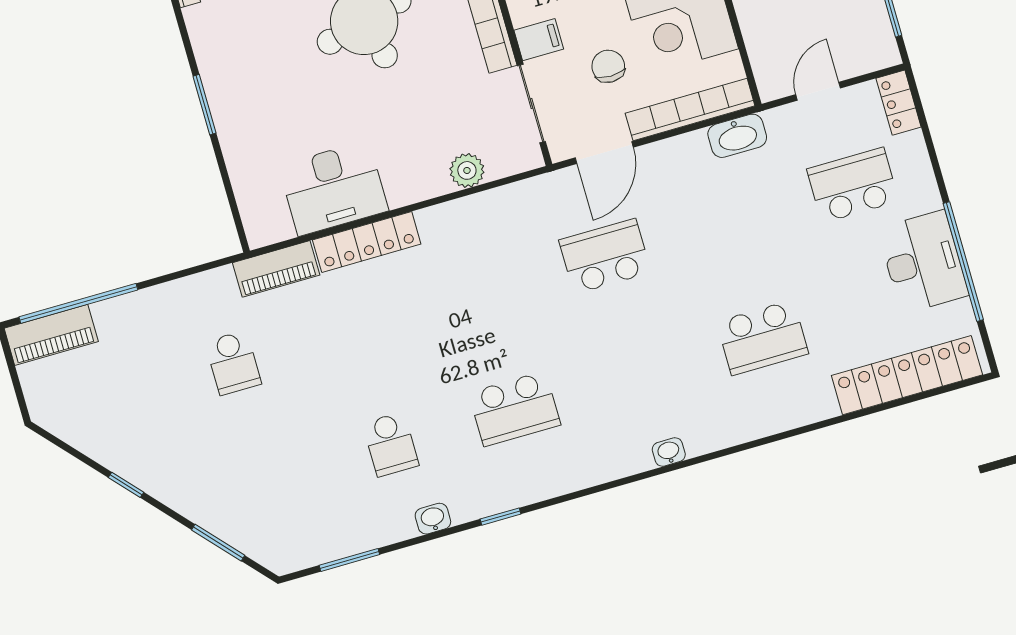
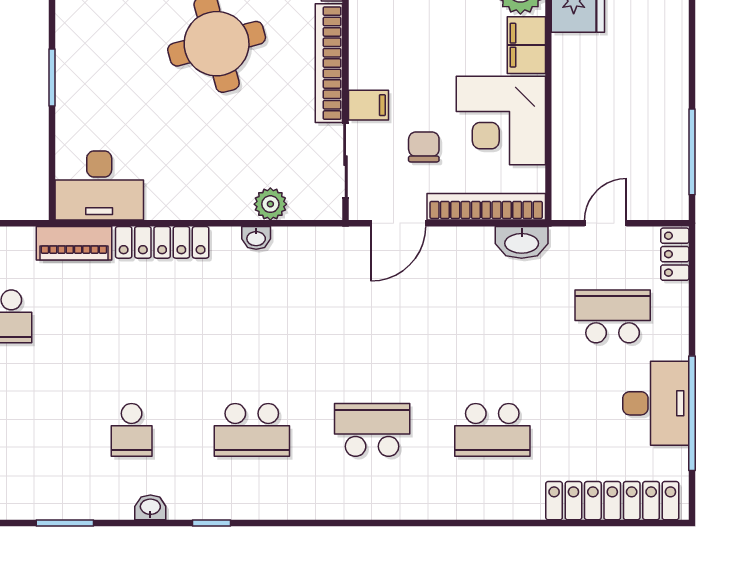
desk: (333, 188) -> (99, 186), moved
school desk: (605, 256) -> (372, 430), moved
washbasin: (669, 452) -> (256, 238), moved, turned 180

